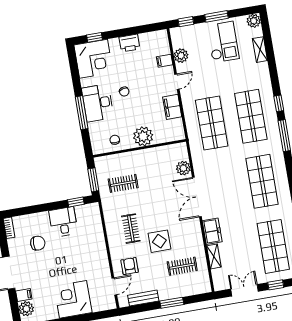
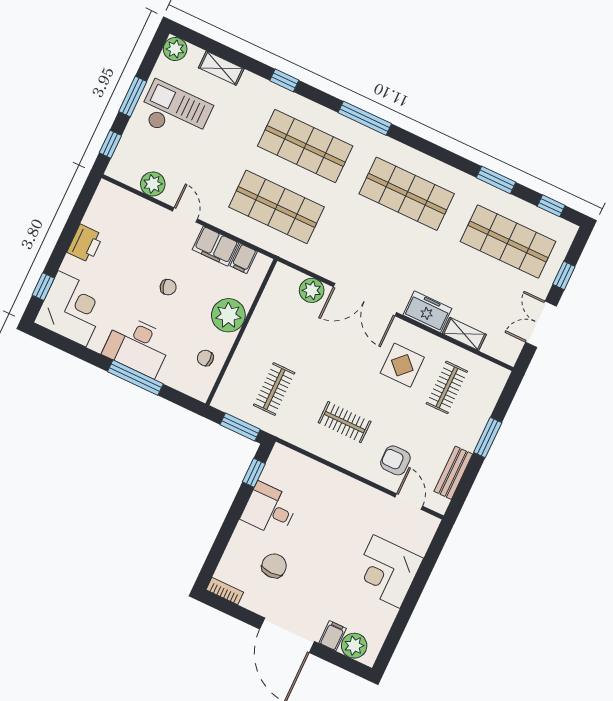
filing cabinet: (165, 61) -> (244, 259), moved
chair: (124, 92) -> (168, 287), moved
window: (279, 103) -> (284, 80), moved
display table: (159, 241) -> (402, 365), moved

